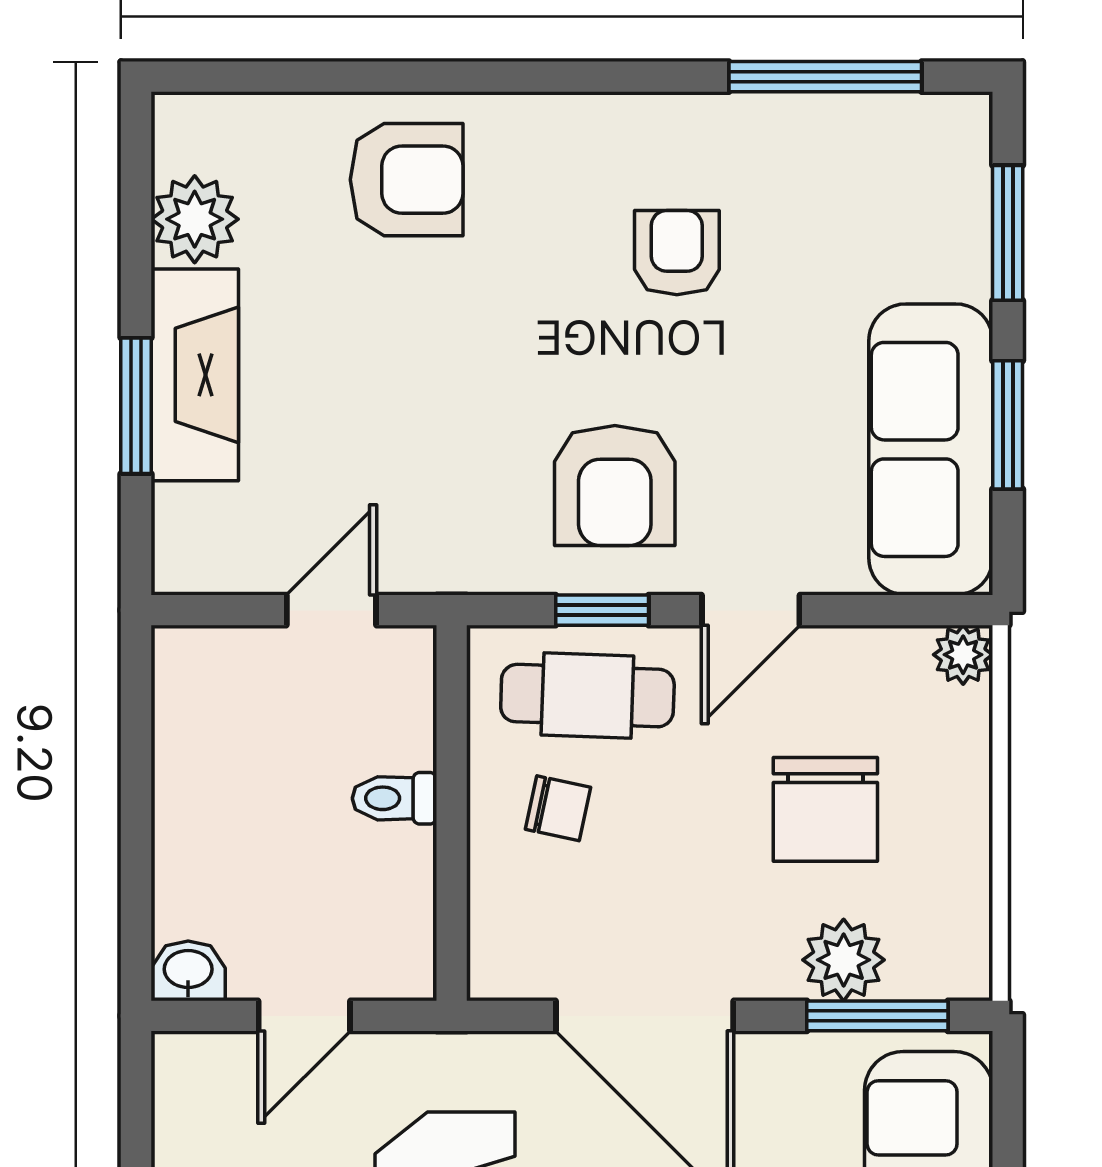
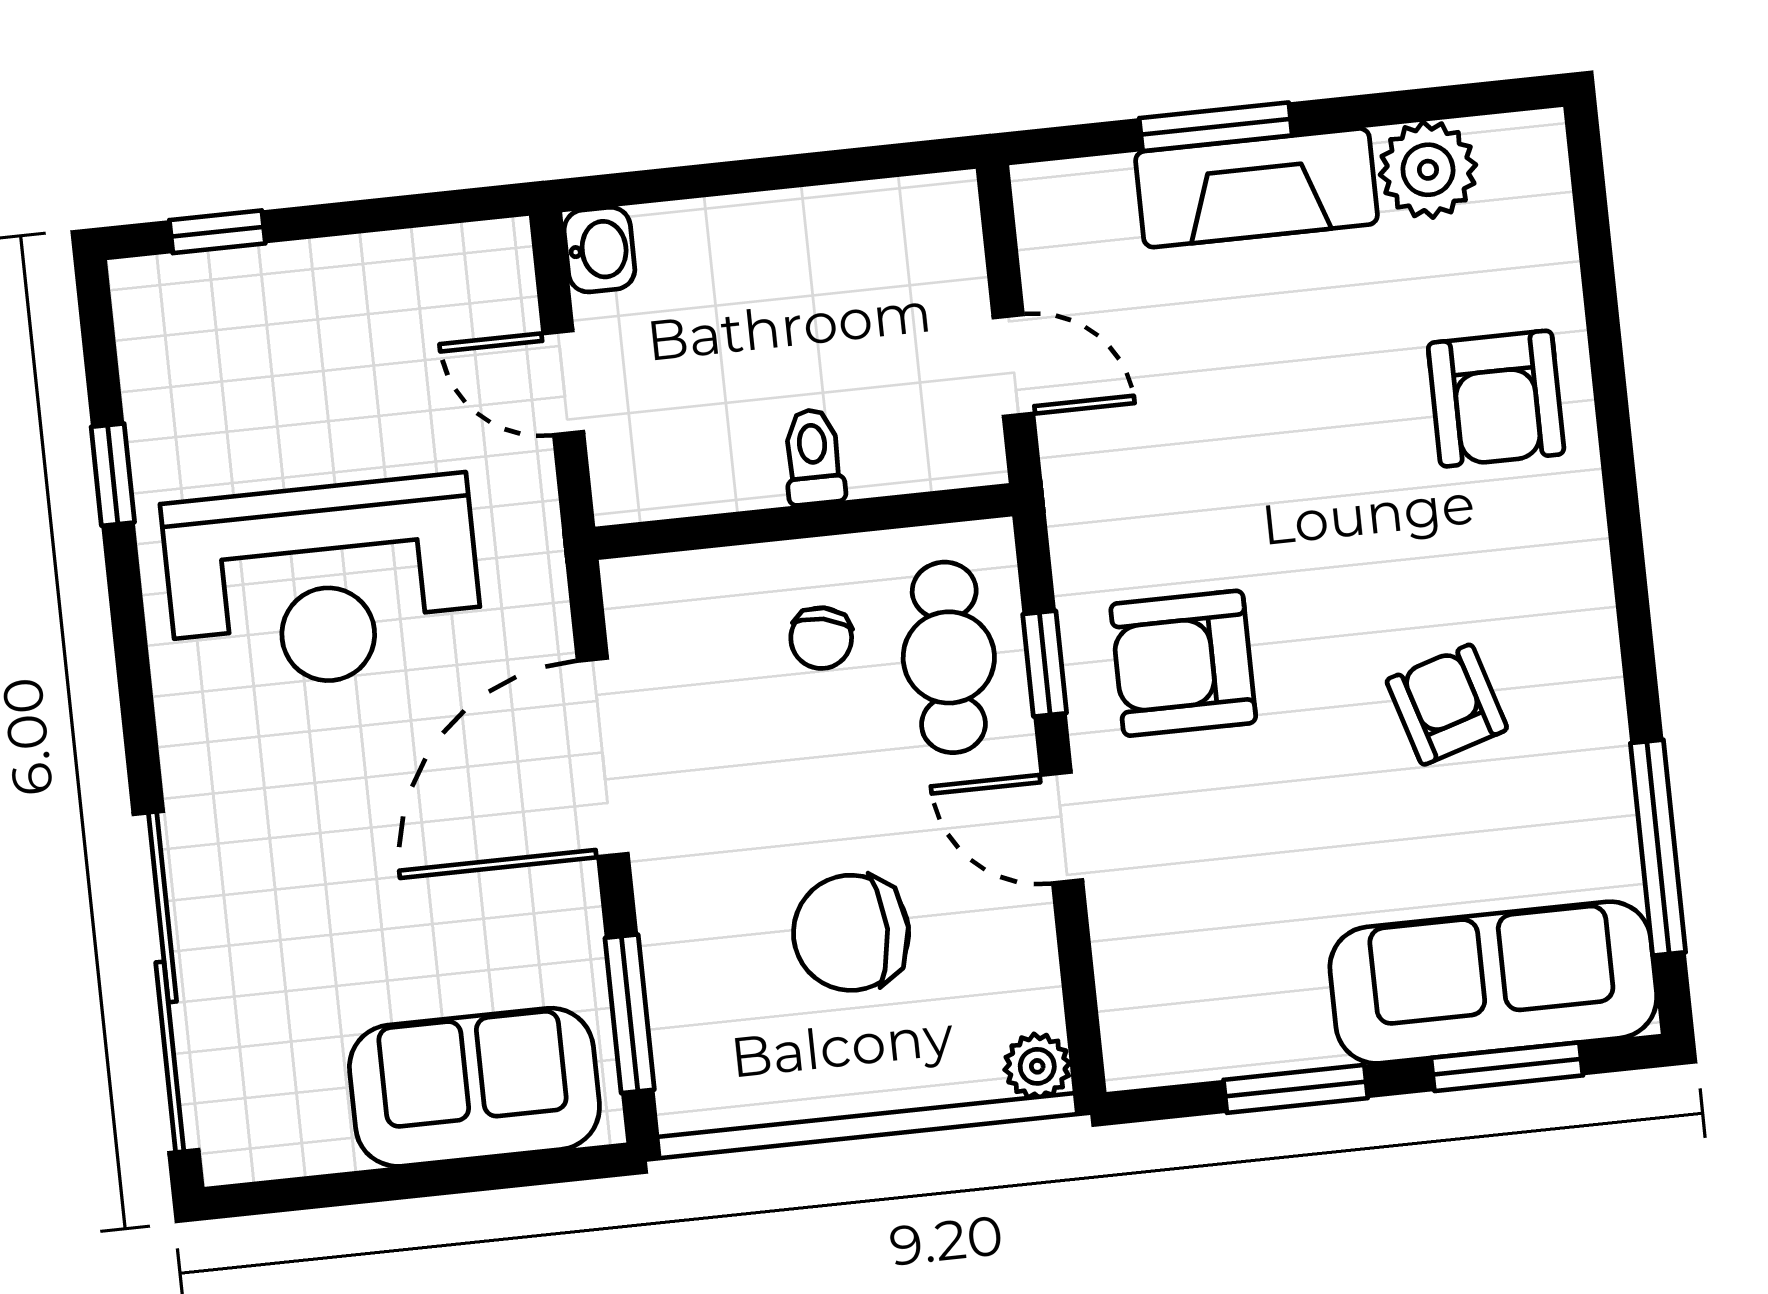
armchair: (677, 253) -> (1447, 705), turned -107
sofa: (931, 449) -> (1493, 983), moved
plant: (844, 960) -> (687, 970), removed

